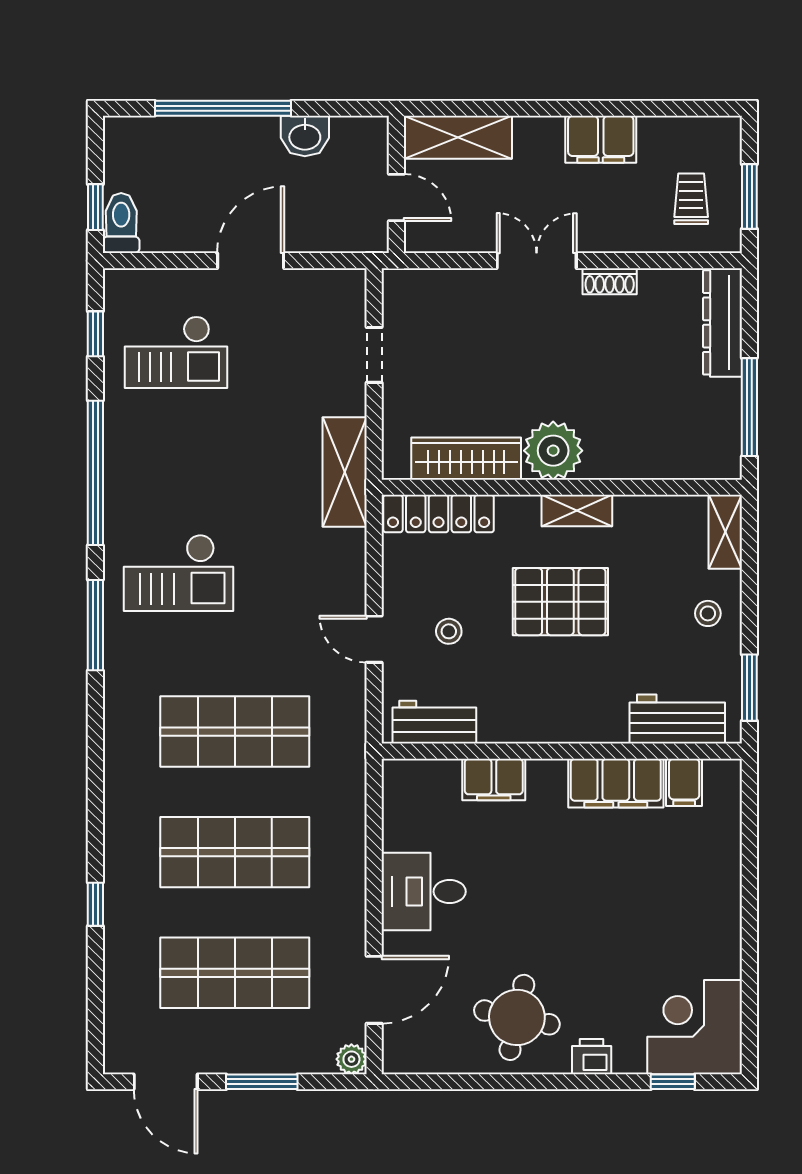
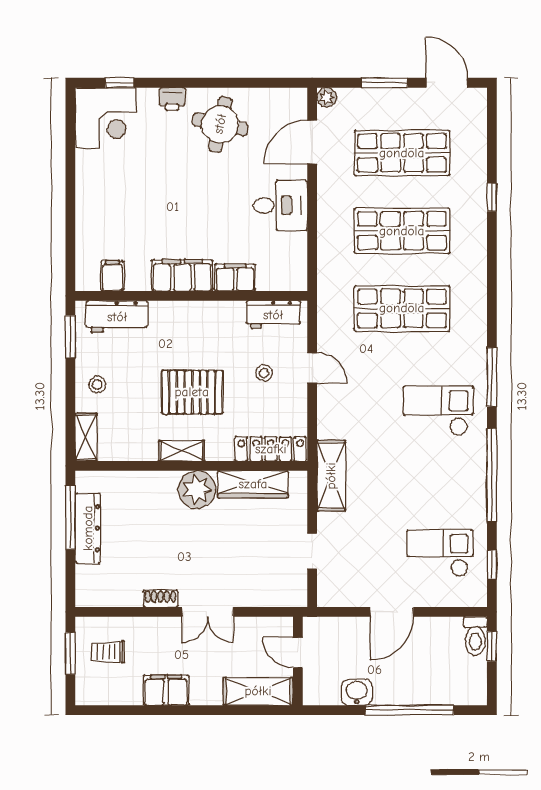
trolley: (691, 199) -> (108, 652), turned 90
dresser: (723, 322) -> (88, 528), moved
filing cabinet: (616, 783) -> (182, 275), moved

